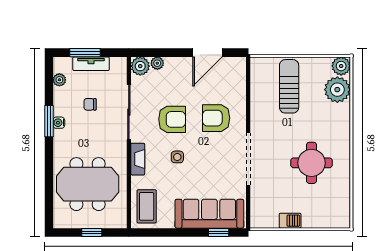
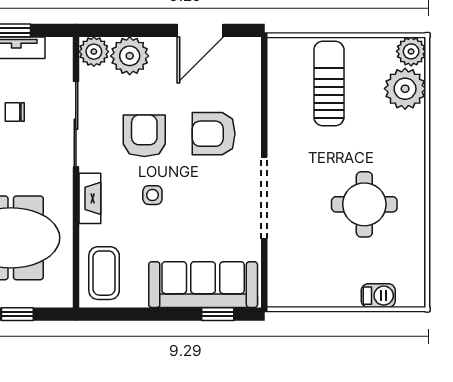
plant: (157, 63) -> (130, 56), width x1.88, depth x1.88
armchair: (172, 119) -> (144, 136), turned -90
barbecue: (290, 221) -> (378, 296), moved

